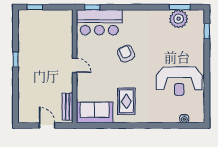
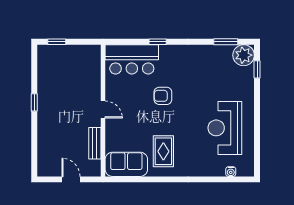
window: (92, 7) -> (158, 42), moved
plant: (179, 19) -> (244, 55), moved
armchair: (126, 54) -> (163, 96), turned -65
reception desk: (179, 81) -> (225, 128), turned 90
bench: (68, 107) -> (95, 143), moved

